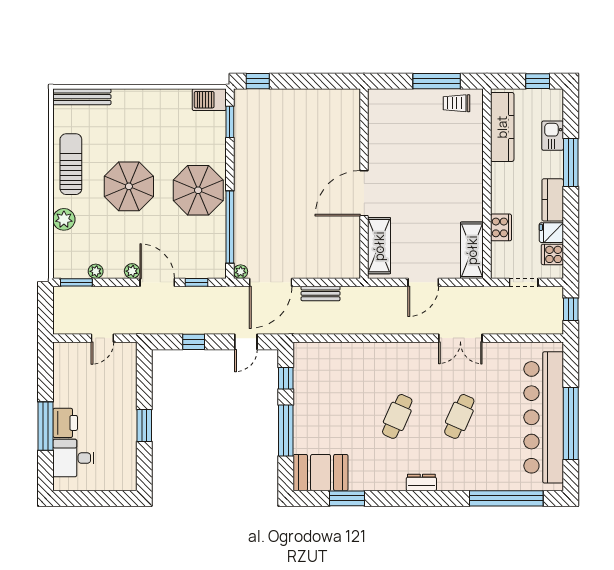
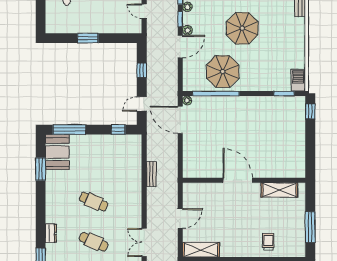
trolley: (457, 103) -> (268, 242), moved
parasol: (198, 190) -> (223, 72), moved
shelving: (379, 246) -> (279, 190), moved
window: (196, 282) -> (180, 19), moved
door: (423, 282) -> (180, 218), swing flipped
bench: (321, 293) -> (151, 174), moved
door: (246, 342) -> (142, 104), hinge flipped
window: (286, 431) -> (69, 130), moved
dresser: (421, 482) -> (51, 233), moved

